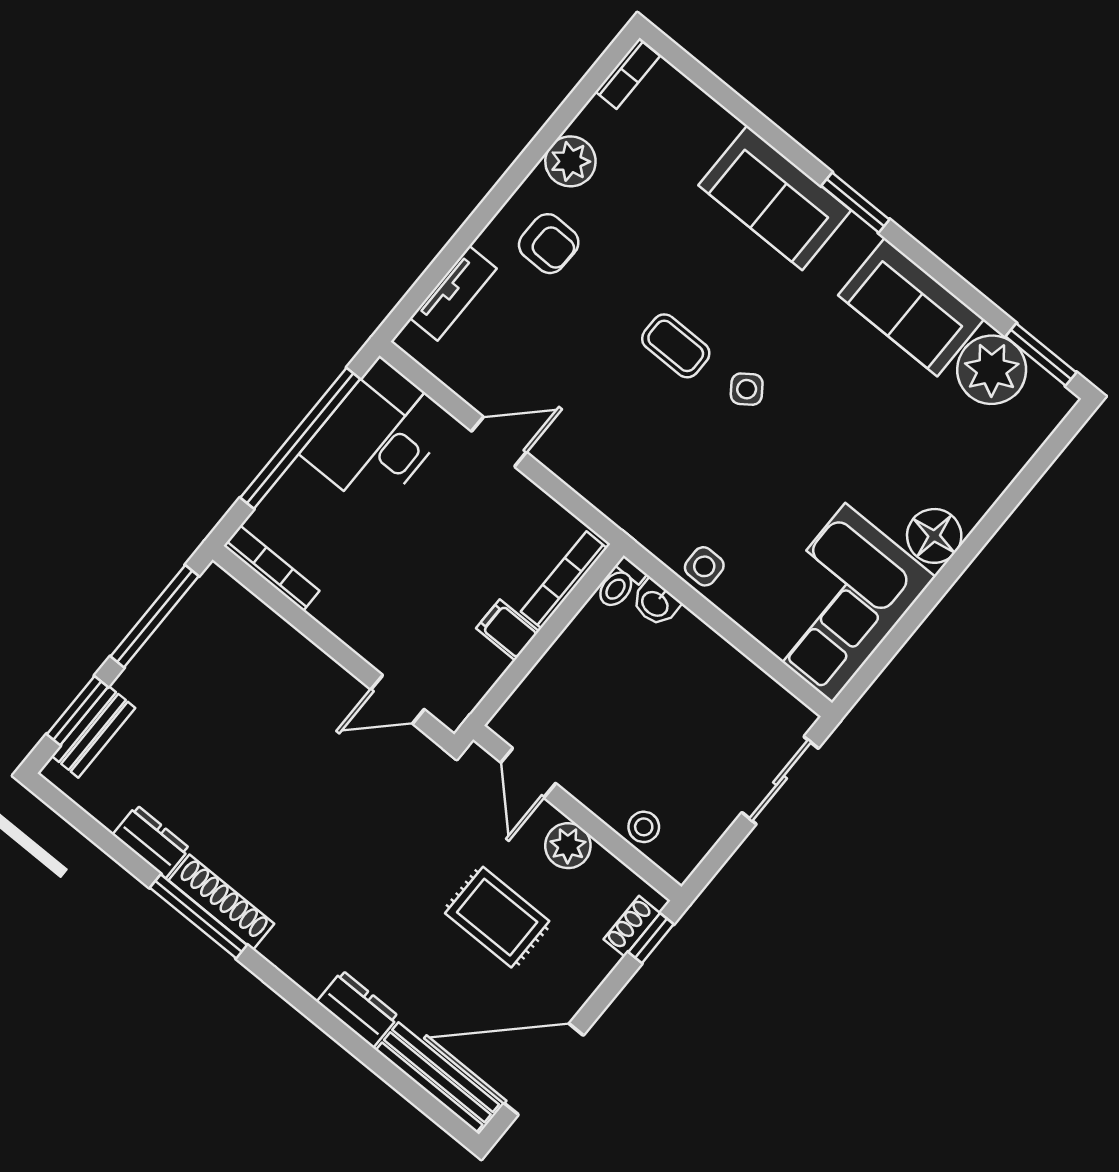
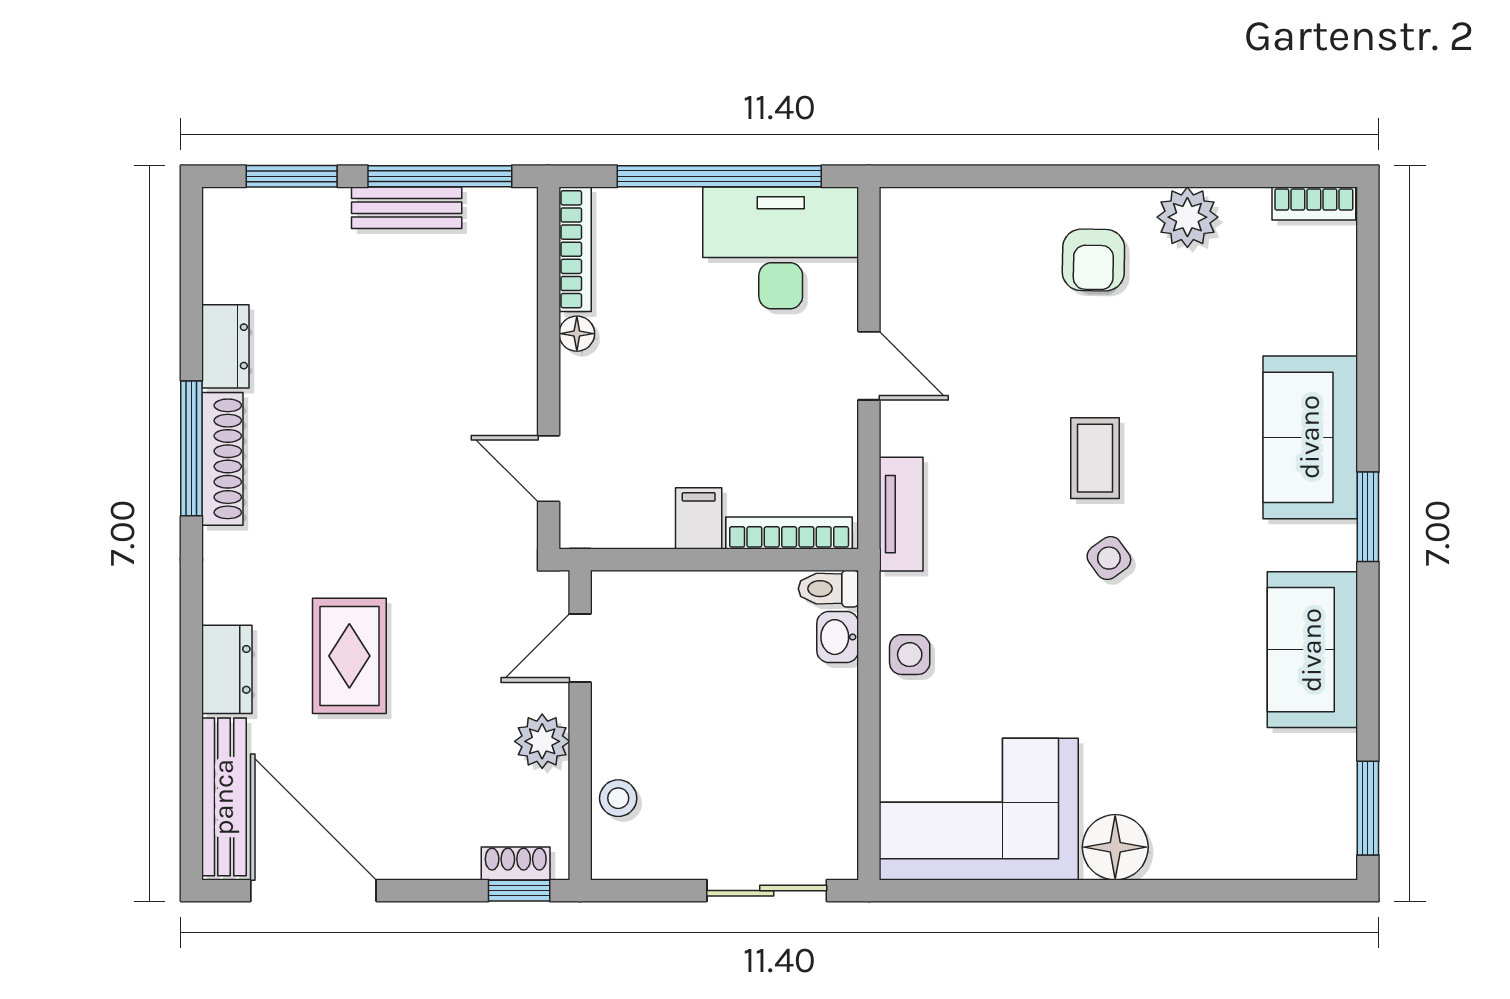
tv unit: (453, 293) -> (901, 514), moved, turned -90
plant: (992, 370) -> (1316, 774), removed
floor lamp: (326, 611) -> (577, 334), added
bench: (93, 732) -> (407, 208), moved
rug: (497, 917) -> (349, 656), moved

